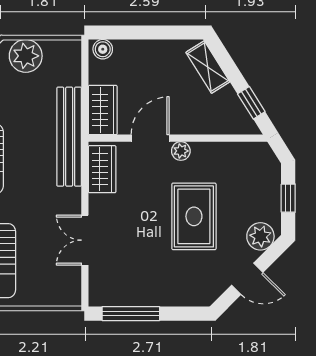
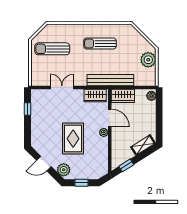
rug: (194, 216) -> (73, 139), turned 90
door: (247, 279) -> (44, 164), hinge flipped
window: (131, 314) -> (27, 109), width x0.46

